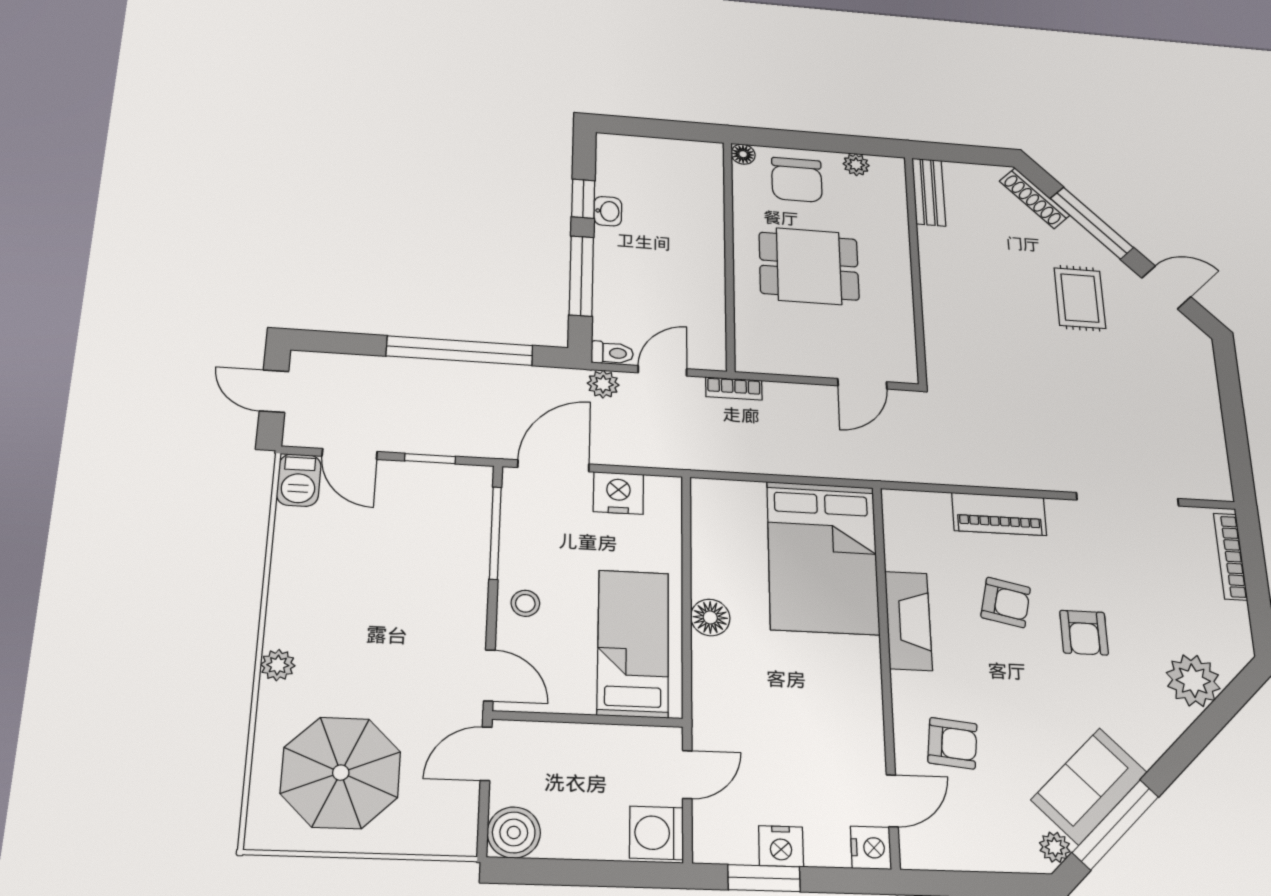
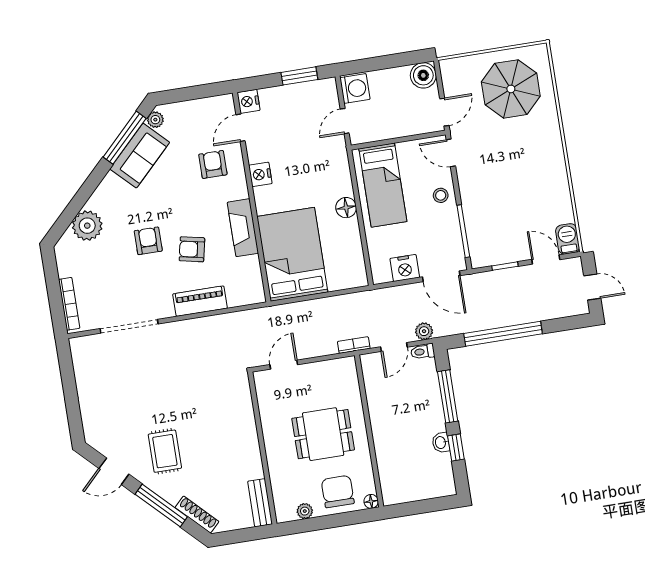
door: (553, 466) -> (441, 276), hinge flipped
plant: (278, 665) -> (553, 137), removed
armchair: (952, 743) -> (213, 164), turned 84
nightstand: (781, 846) -> (260, 174), moved, turned -90

